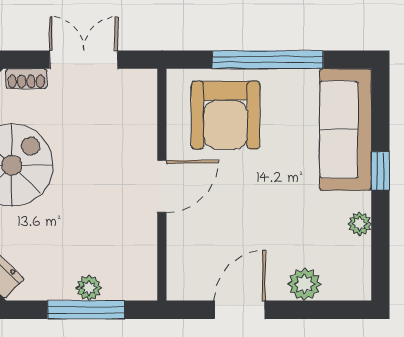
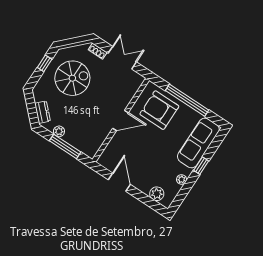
armchair: (225, 115) -> (159, 110), turned 90
plant: (304, 284) -> (157, 194), moved
plant: (89, 288) -> (59, 131), moved
door: (240, 310) -> (119, 182), hinge flipped

